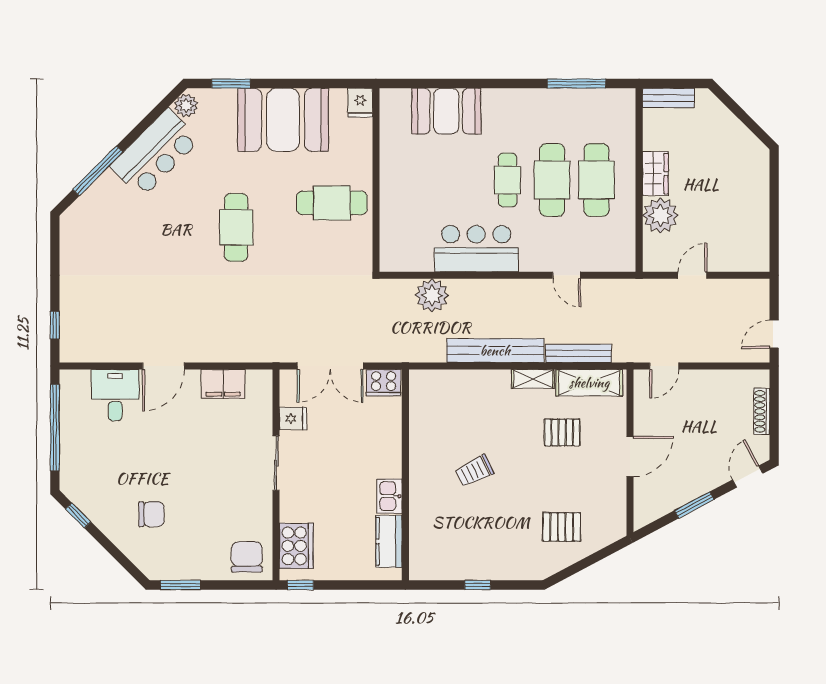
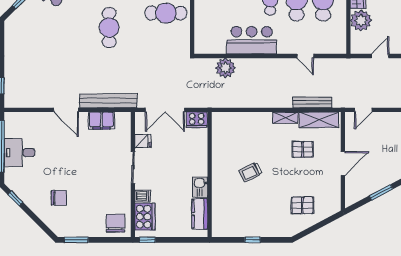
bench: (495, 351) -> (108, 101), moved
door: (163, 366) -> (66, 110), hinge flipped
desk: (115, 395) -> (20, 153), moved, turned -90
dishwasher: (293, 511) -> (143, 196), added

